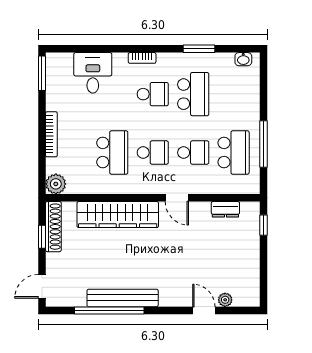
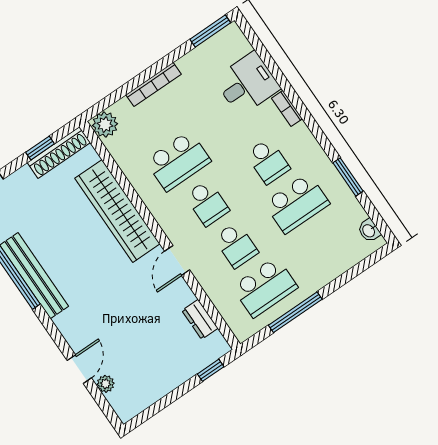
bookcase: (142, 58) -> (287, 108), moved

